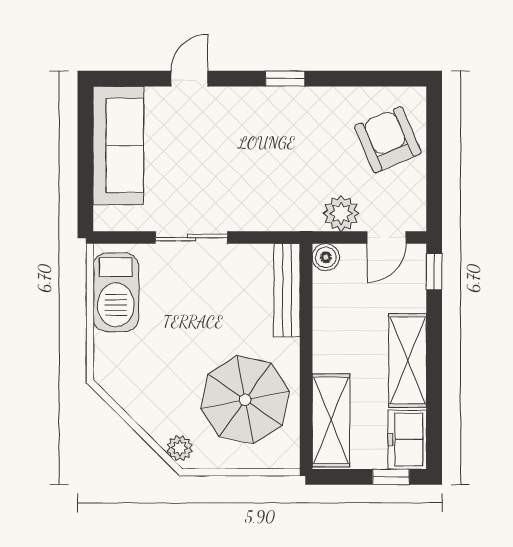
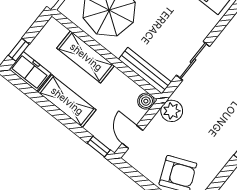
plant: (341, 213) -> (172, 111), moved
sliding door: (191, 238) -> (193, 61), moved
shelving: (331, 420) -> (86, 57), moved

